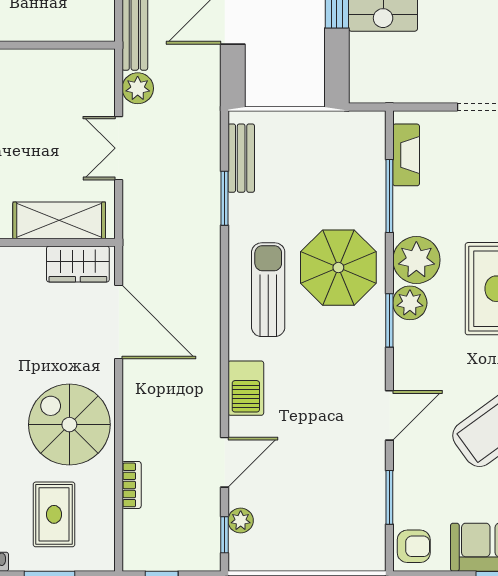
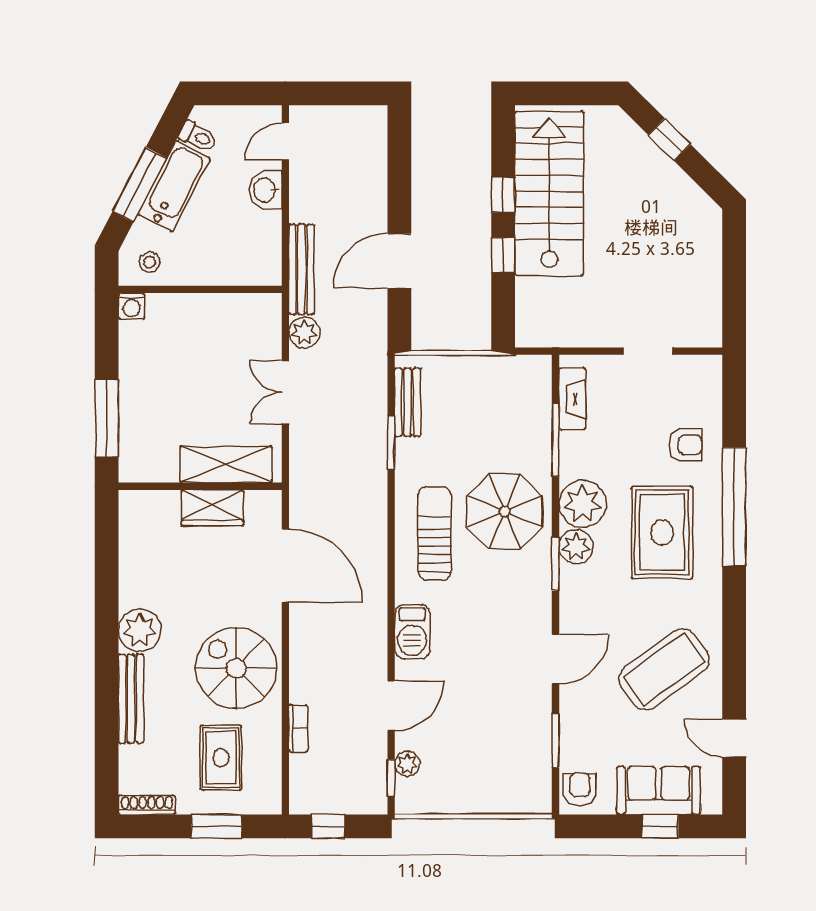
wardrobe: (78, 264) -> (212, 508), moved
armchair: (414, 546) -> (580, 789), turned -90

